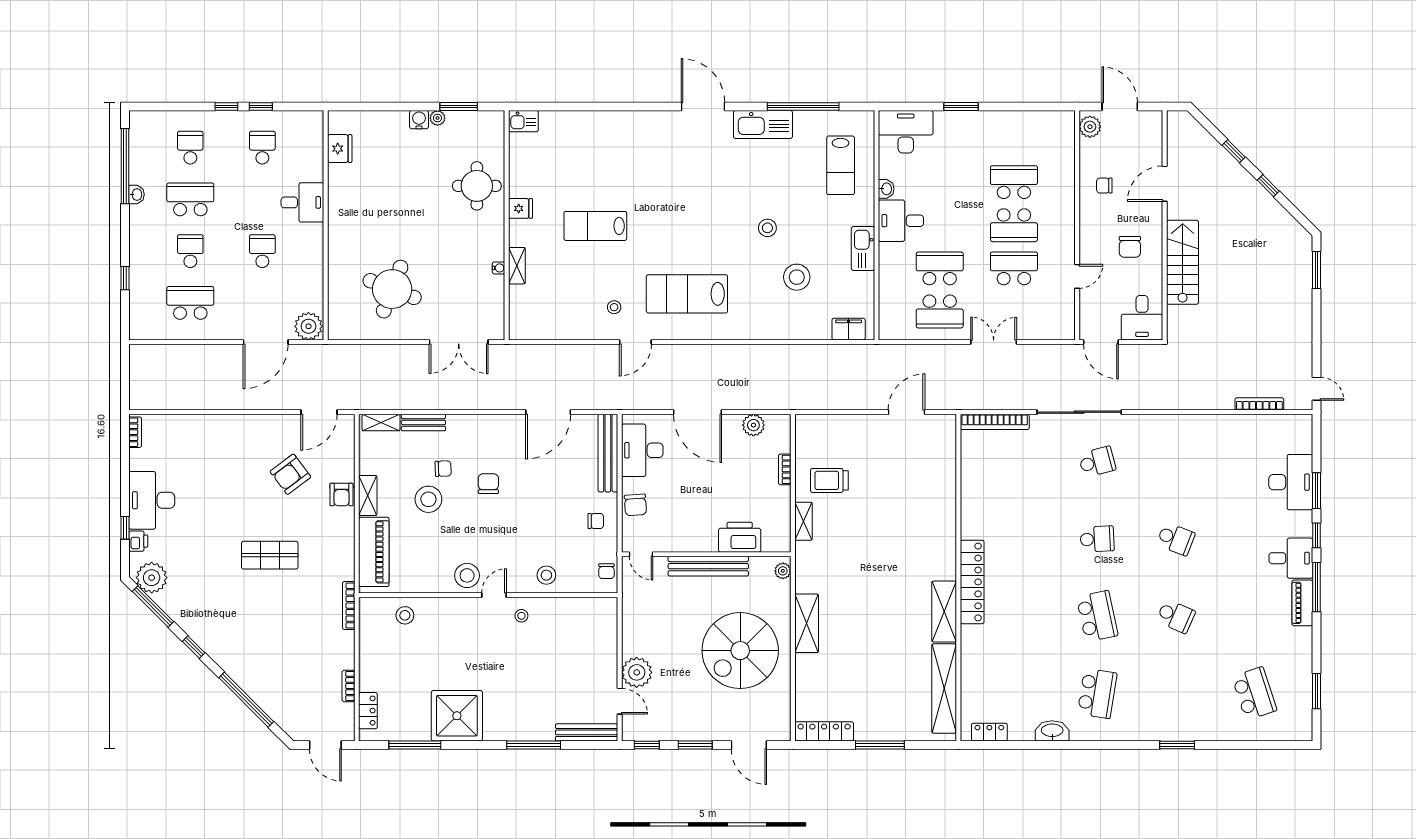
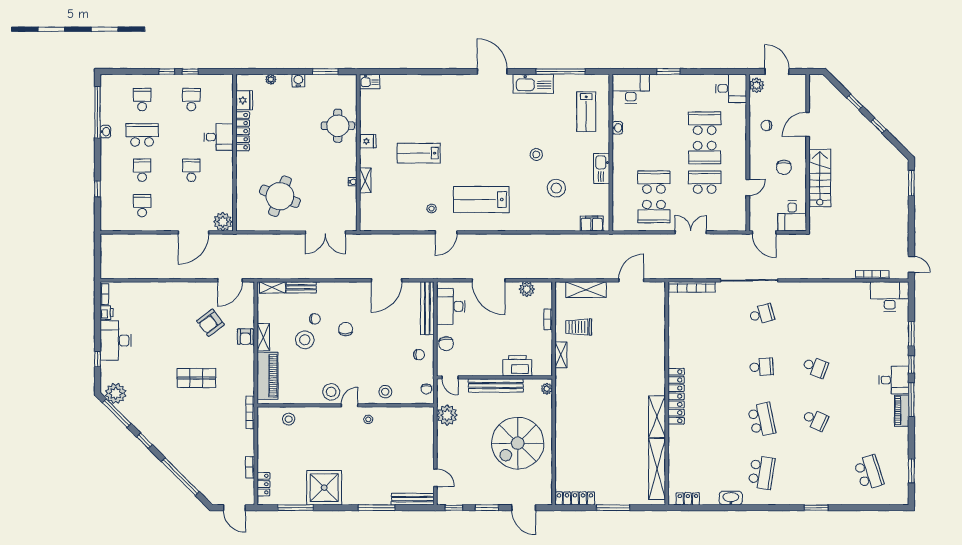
plant: (437, 118) -> (271, 79), moved
locker: (337, 194) -> (243, 131), added
desk: (901, 221) -> (731, 88), moved, turned 180
school desk: (190, 303) -> (142, 206), width x0.54
desk: (1291, 482) -> (890, 297), moved, turned -90
printer: (138, 541) -> (107, 313), moved
shelving: (807, 623) -> (586, 290), moved, turned 90
plant: (637, 672) -> (447, 415), moved

